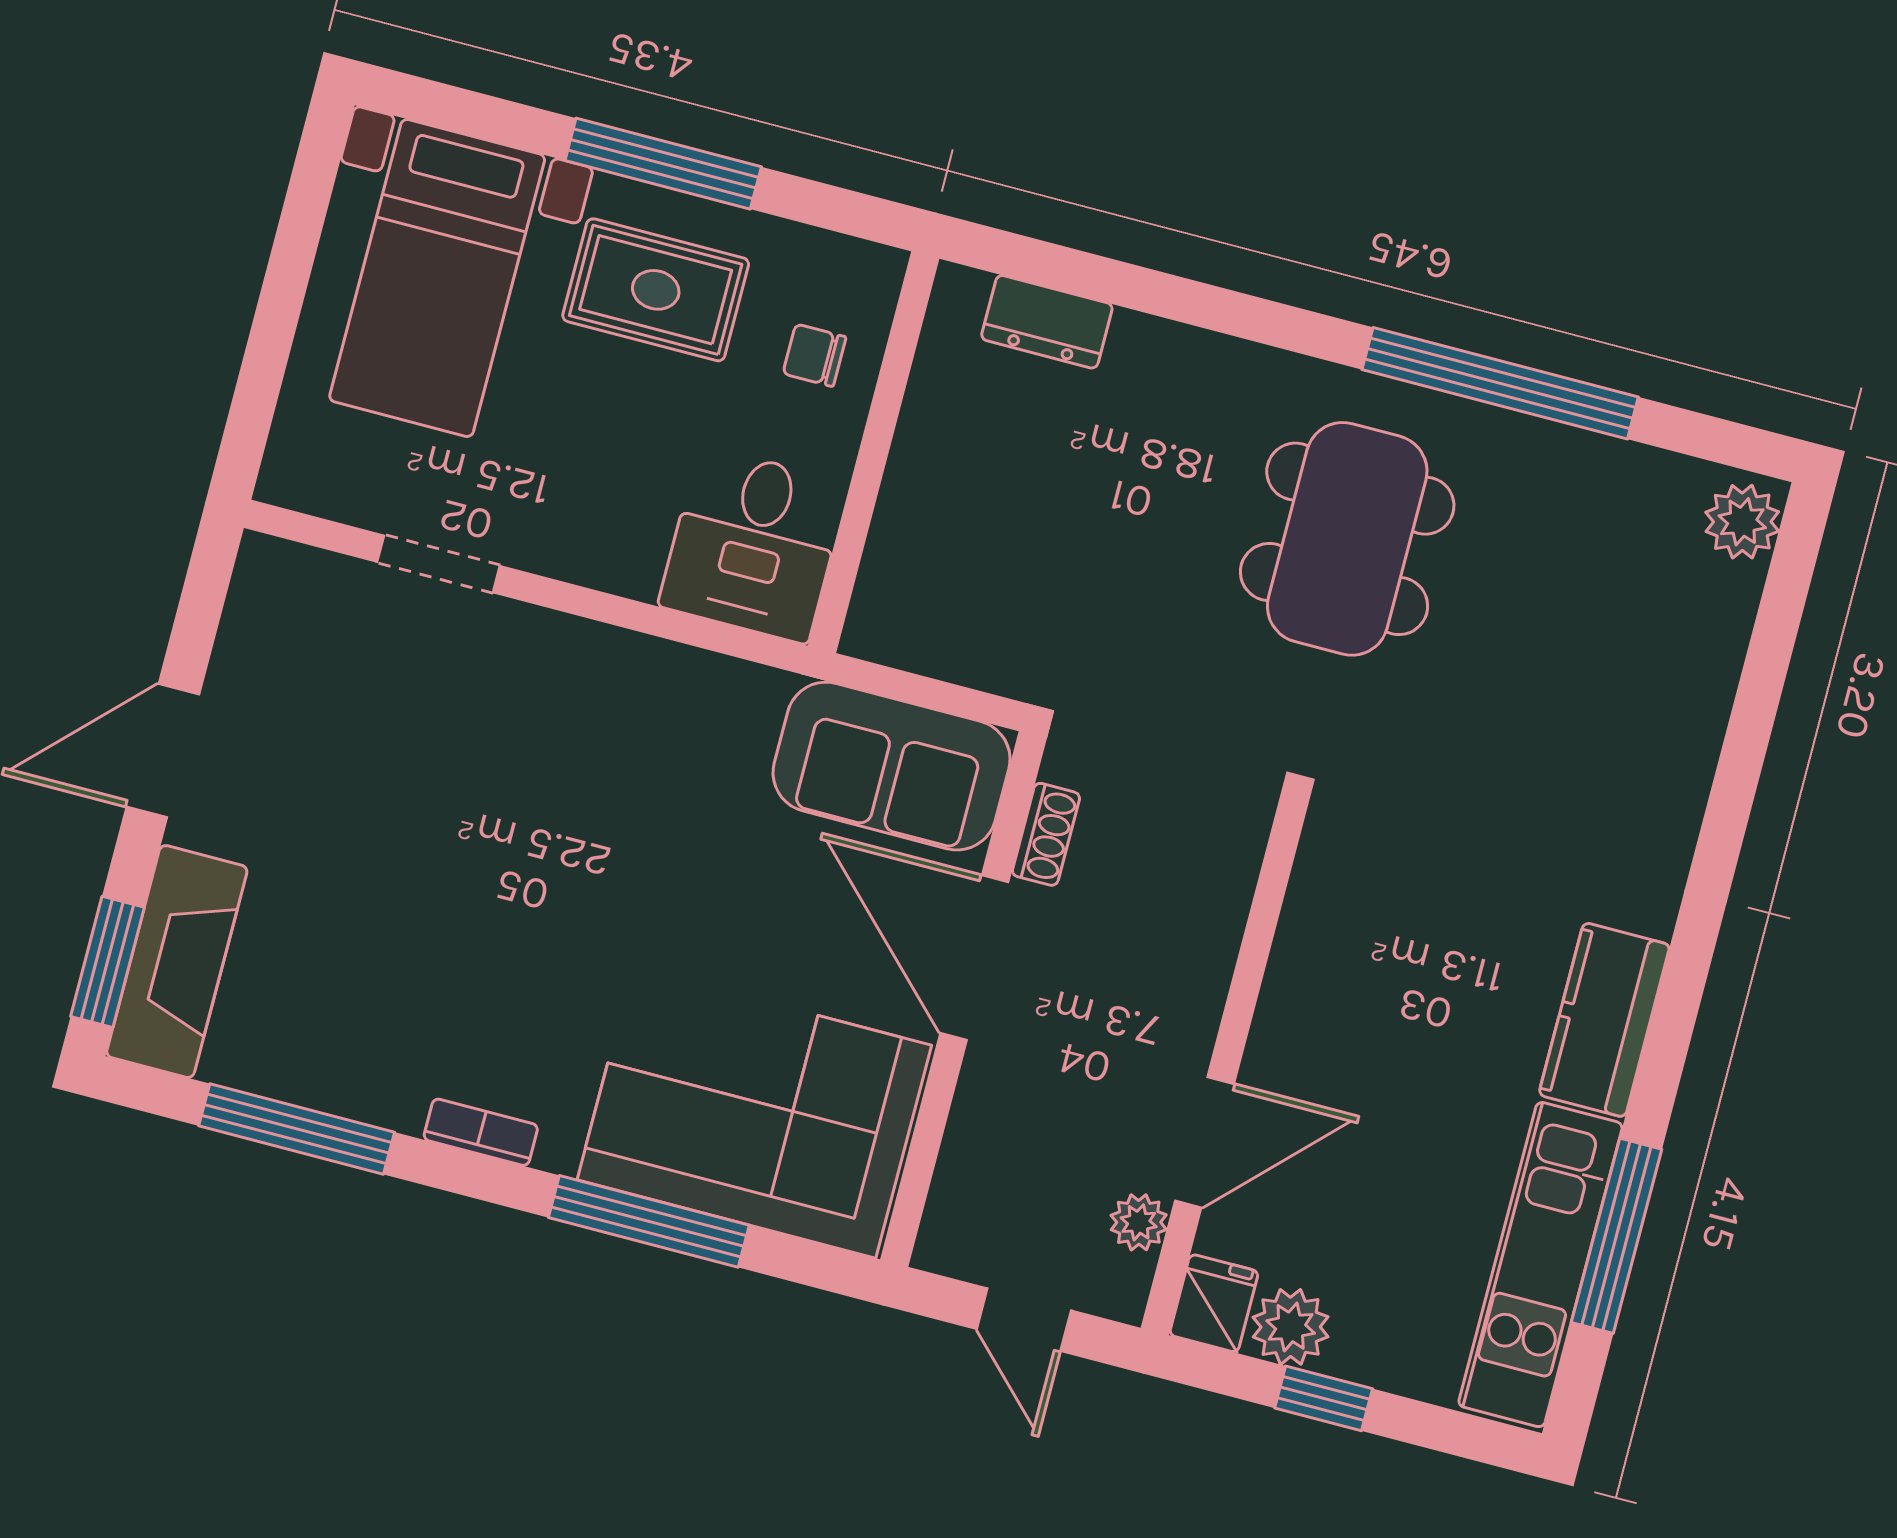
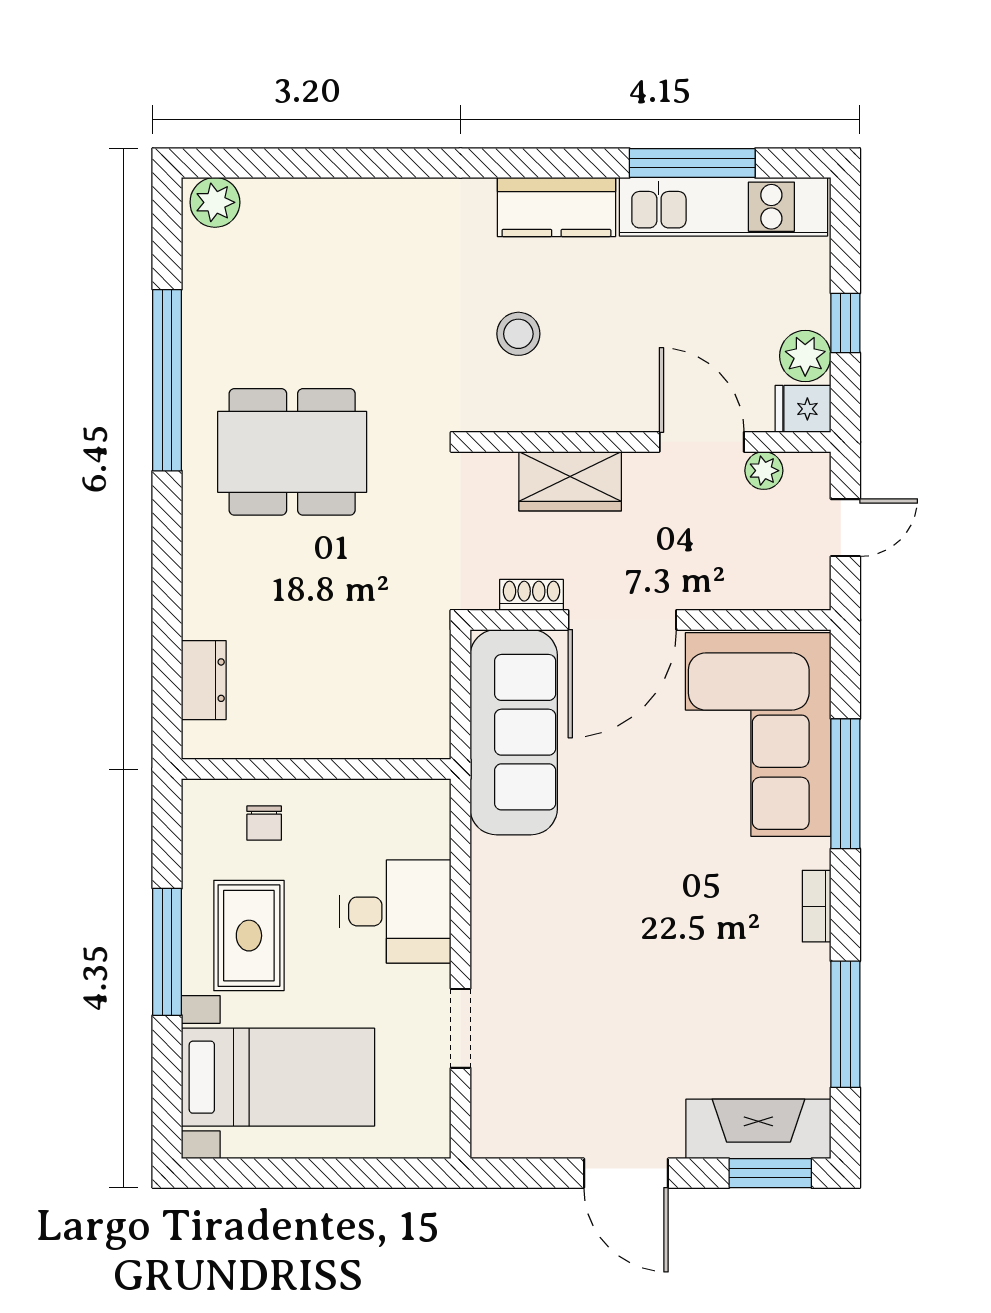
desk: (754, 545) -> (395, 911), moved
sofa: (892, 766) -> (514, 732), width x1.36
stool: (1433, 915) -> (518, 334), added
wardrobe: (1197, 935) -> (570, 481), added

